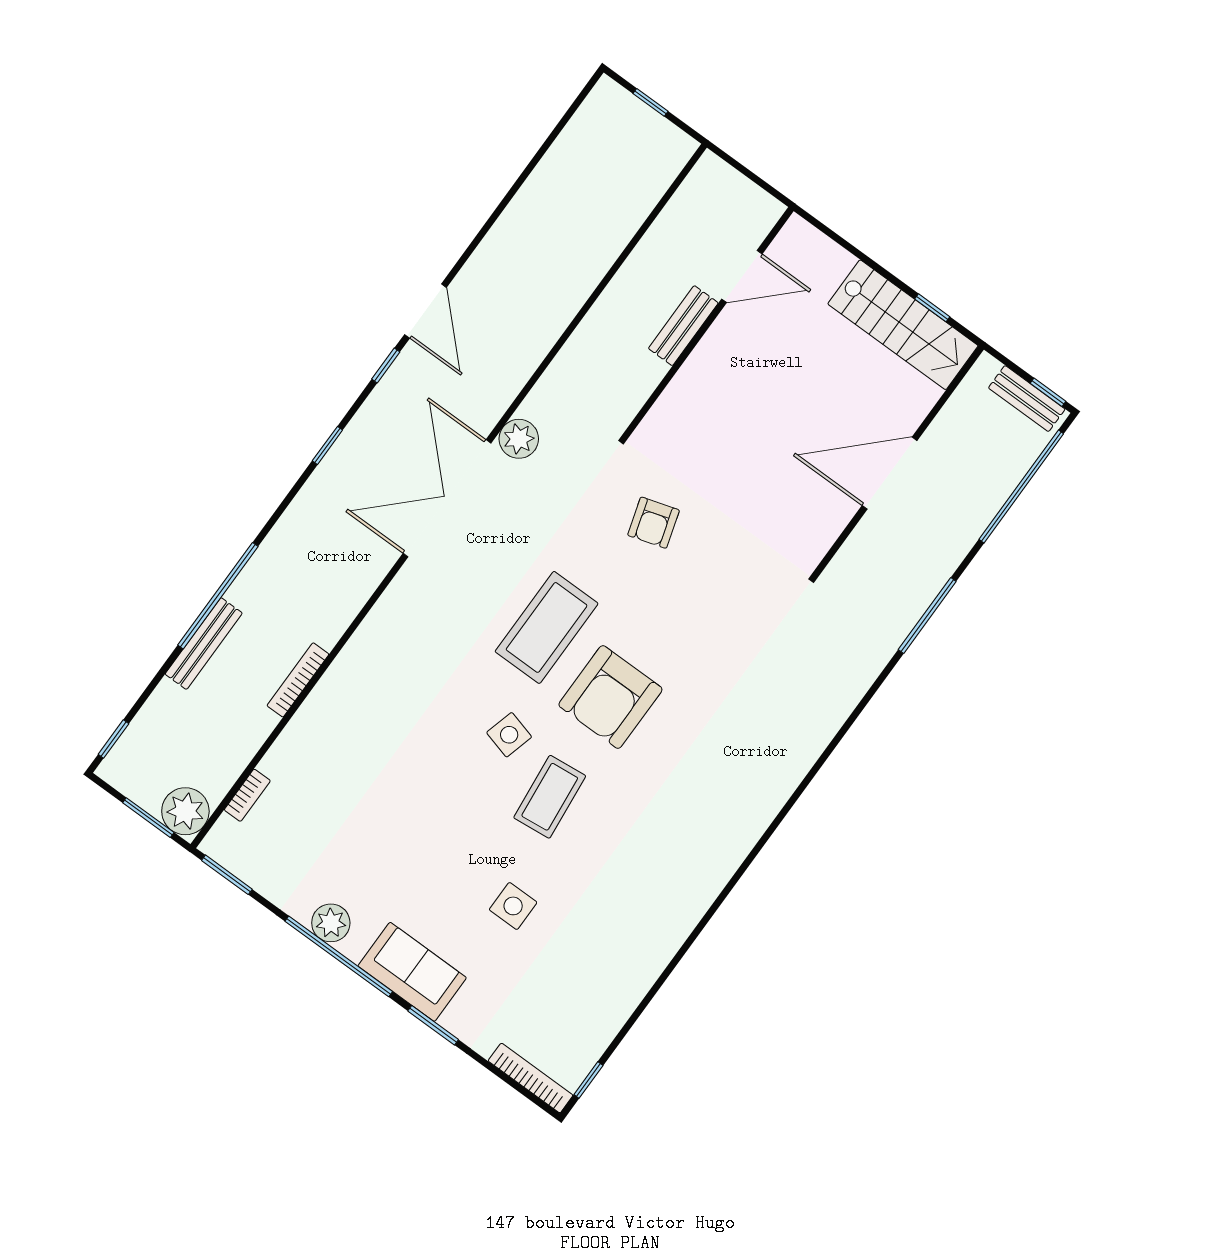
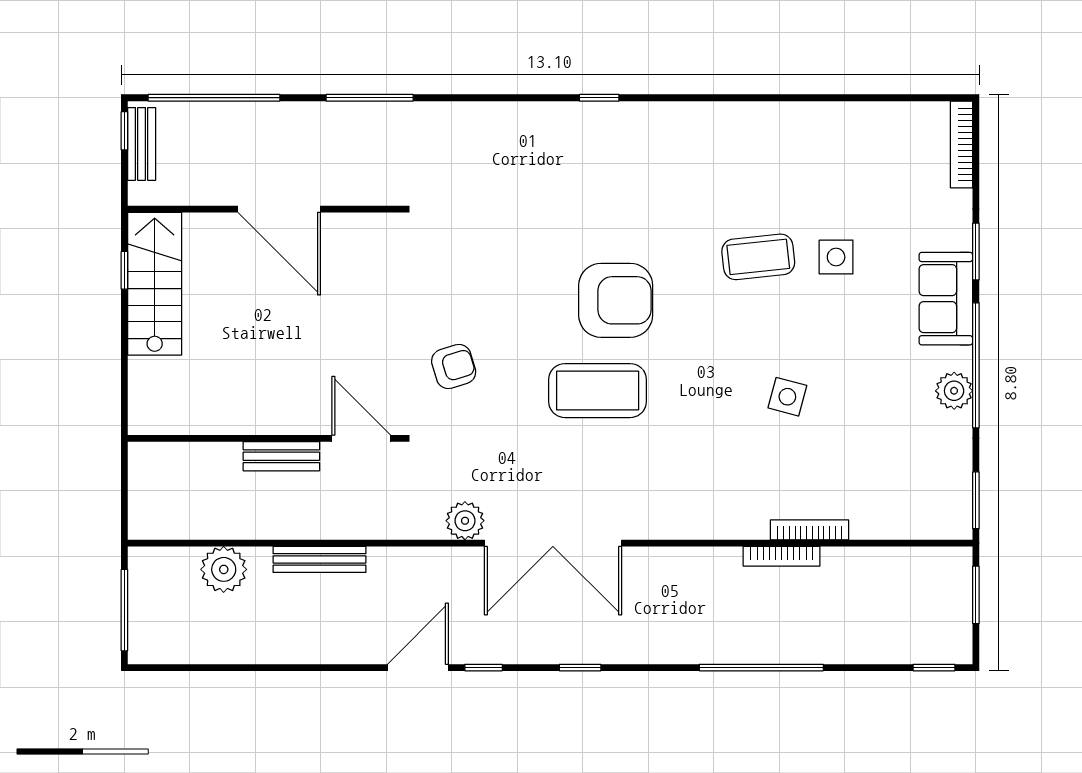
window: (651, 102) -> (124, 610), width x2.17
door: (742, 276) -> (361, 438), moved
bench: (204, 644) -> (319, 559), moved
side table: (509, 735) -> (787, 397), moved
bookcase: (247, 795) -> (810, 530), moved, width x1.56
coffee table: (550, 797) -> (758, 257), moved
plant: (185, 811) -> (224, 569), moved
window: (588, 1080) -> (599, 98), moved

